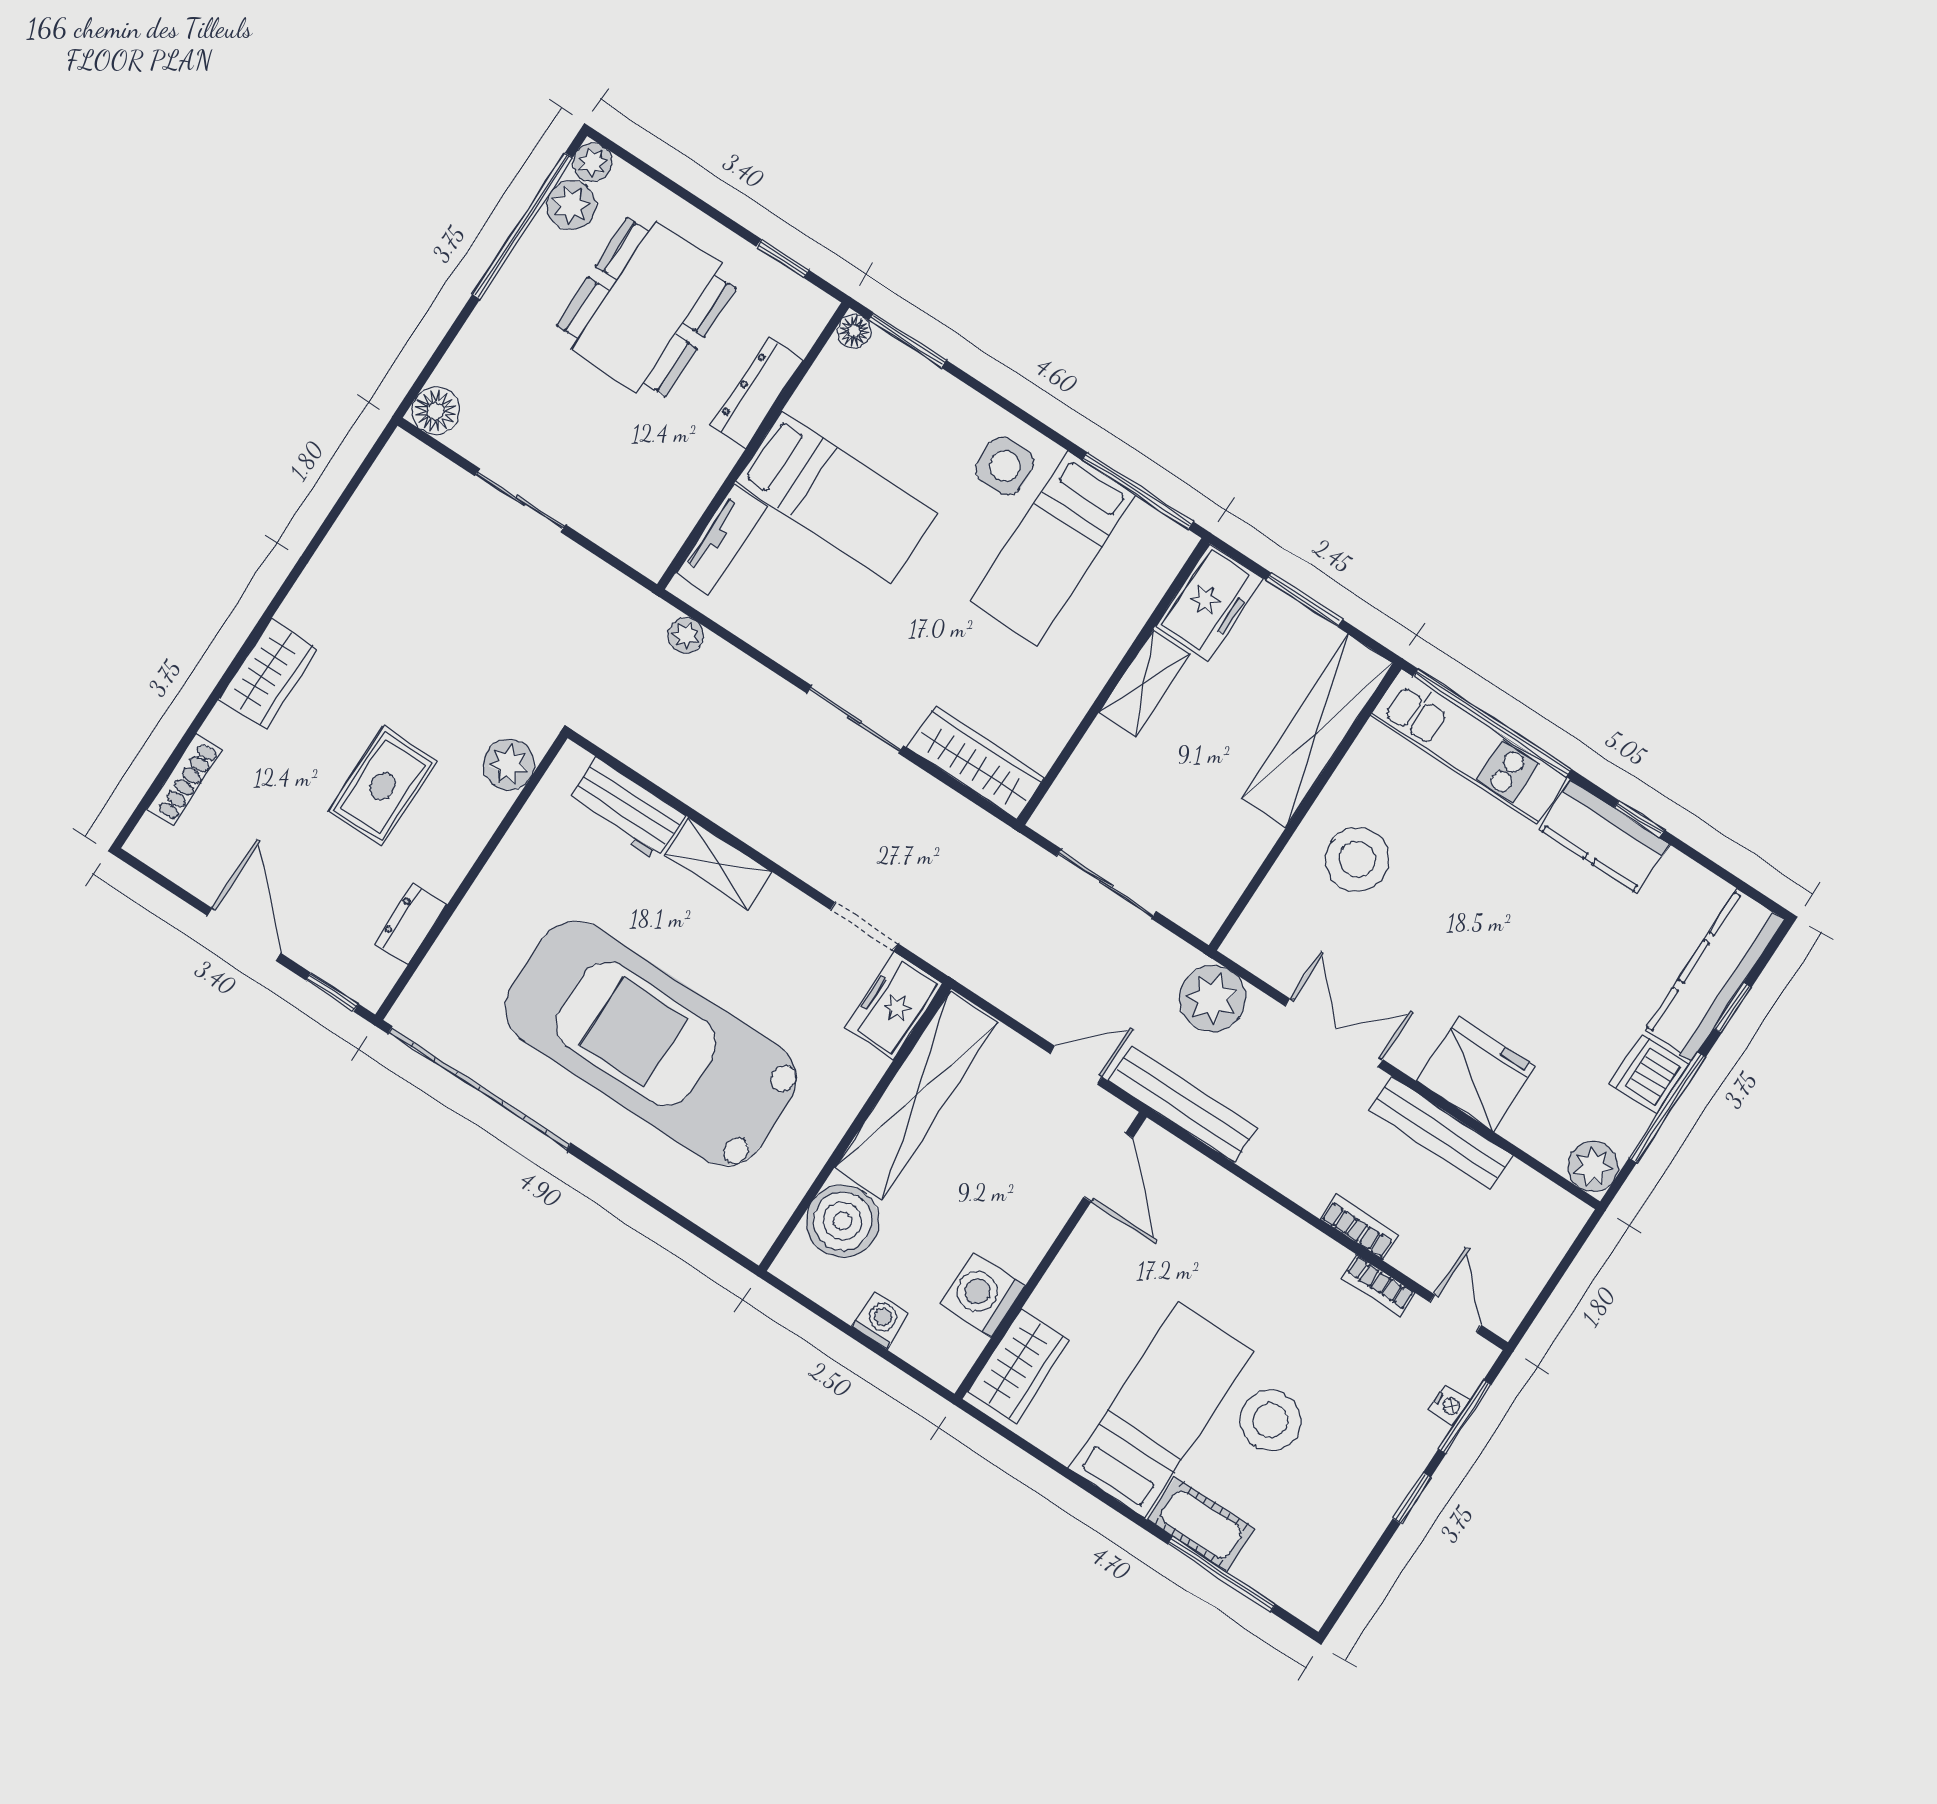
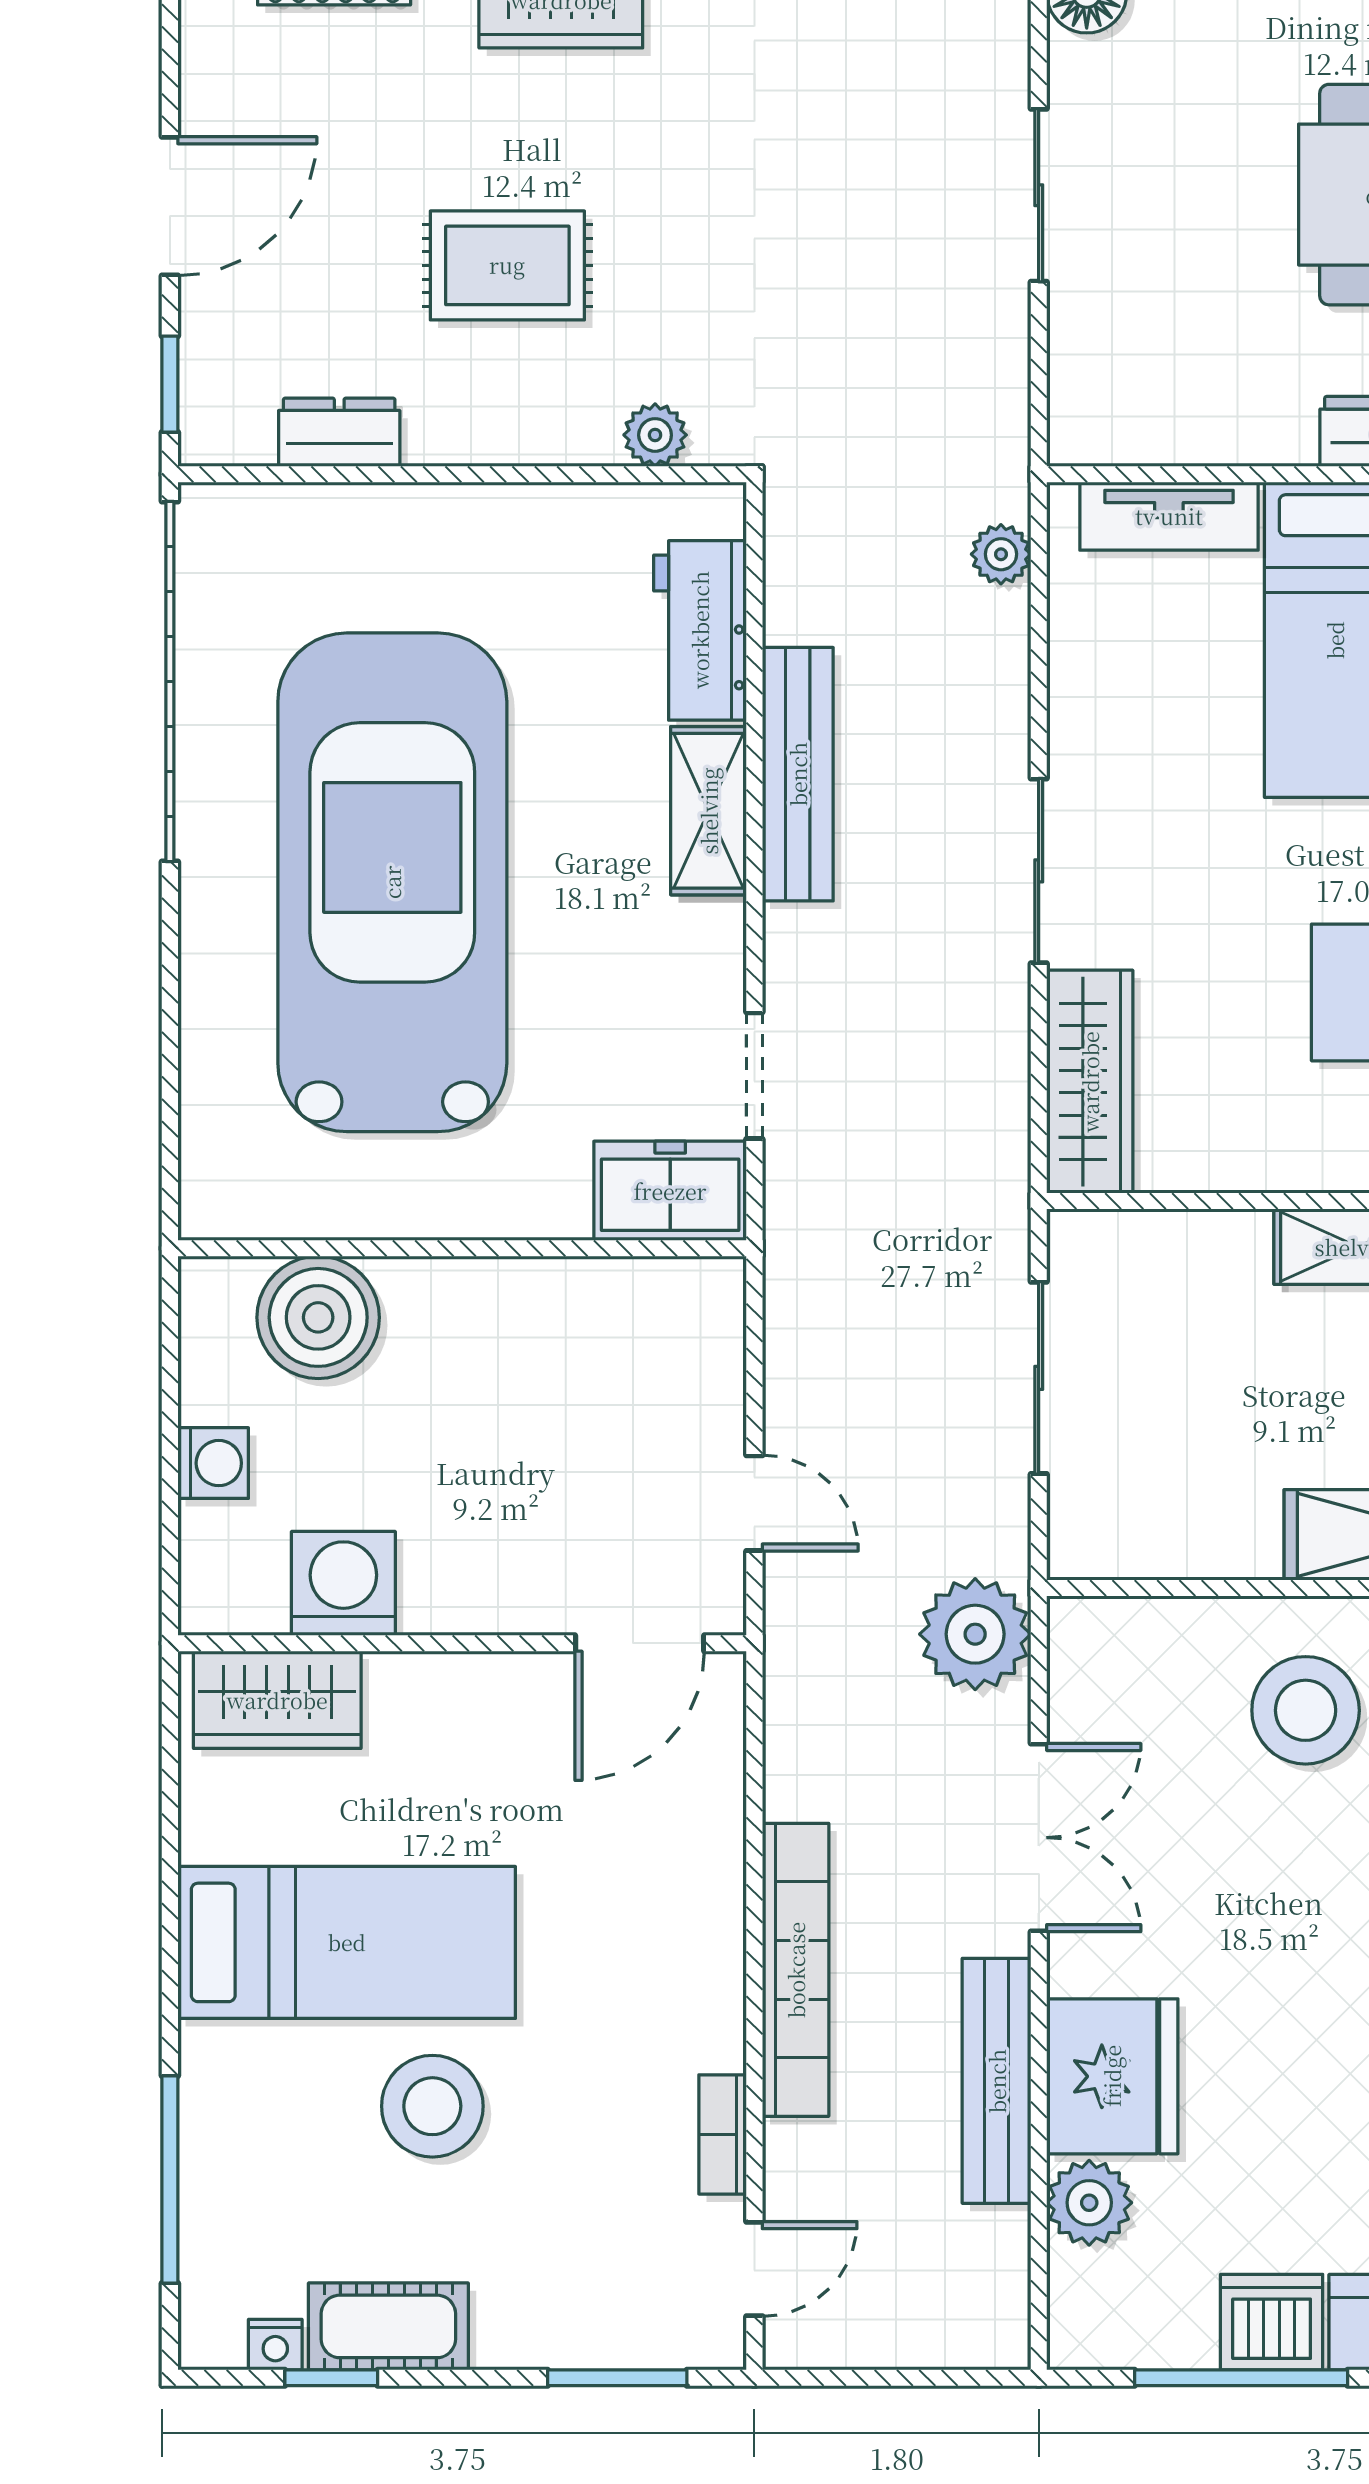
plant: (509, 764) -> (655, 435), width x0.73, depth x0.73
shelving: (916, 1095) -> (564, 1305), removed
bench: (1183, 1104) -> (798, 774), moved
plant: (1593, 1167) -> (1089, 2203), moved
bookcase: (1359, 1227) -> (796, 1970), width x2.31, depth x1.31
nightstand: (1449, 1405) -> (275, 2345), moved
window: (1412, 1498) -> (331, 2378), moved
cot: (1201, 1524) -> (388, 2326), moved, turned 90

